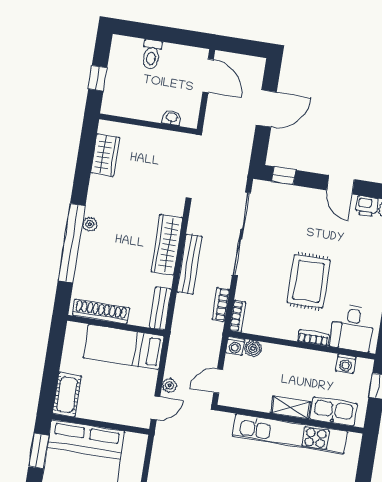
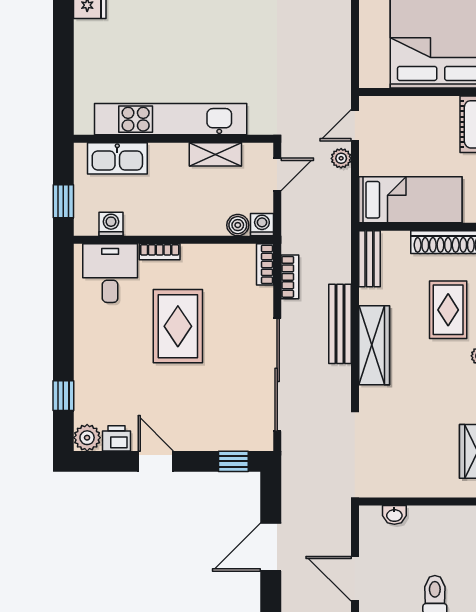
rug: (109, 262) -> (448, 310), added
shelving: (291, 408) -> (215, 154), moved

